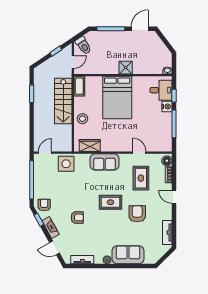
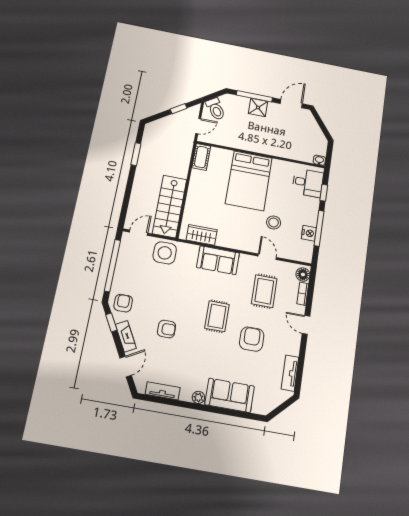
shower: (126, 68) -> (258, 107), moved
stairs: (63, 101) -> (170, 206), moved
nightstand: (167, 106) -> (309, 233), moved
stool: (82, 119) -> (274, 222), moved
rug: (110, 202) -> (217, 316), turned 90
door: (55, 248) -> (126, 367), swing flipped

